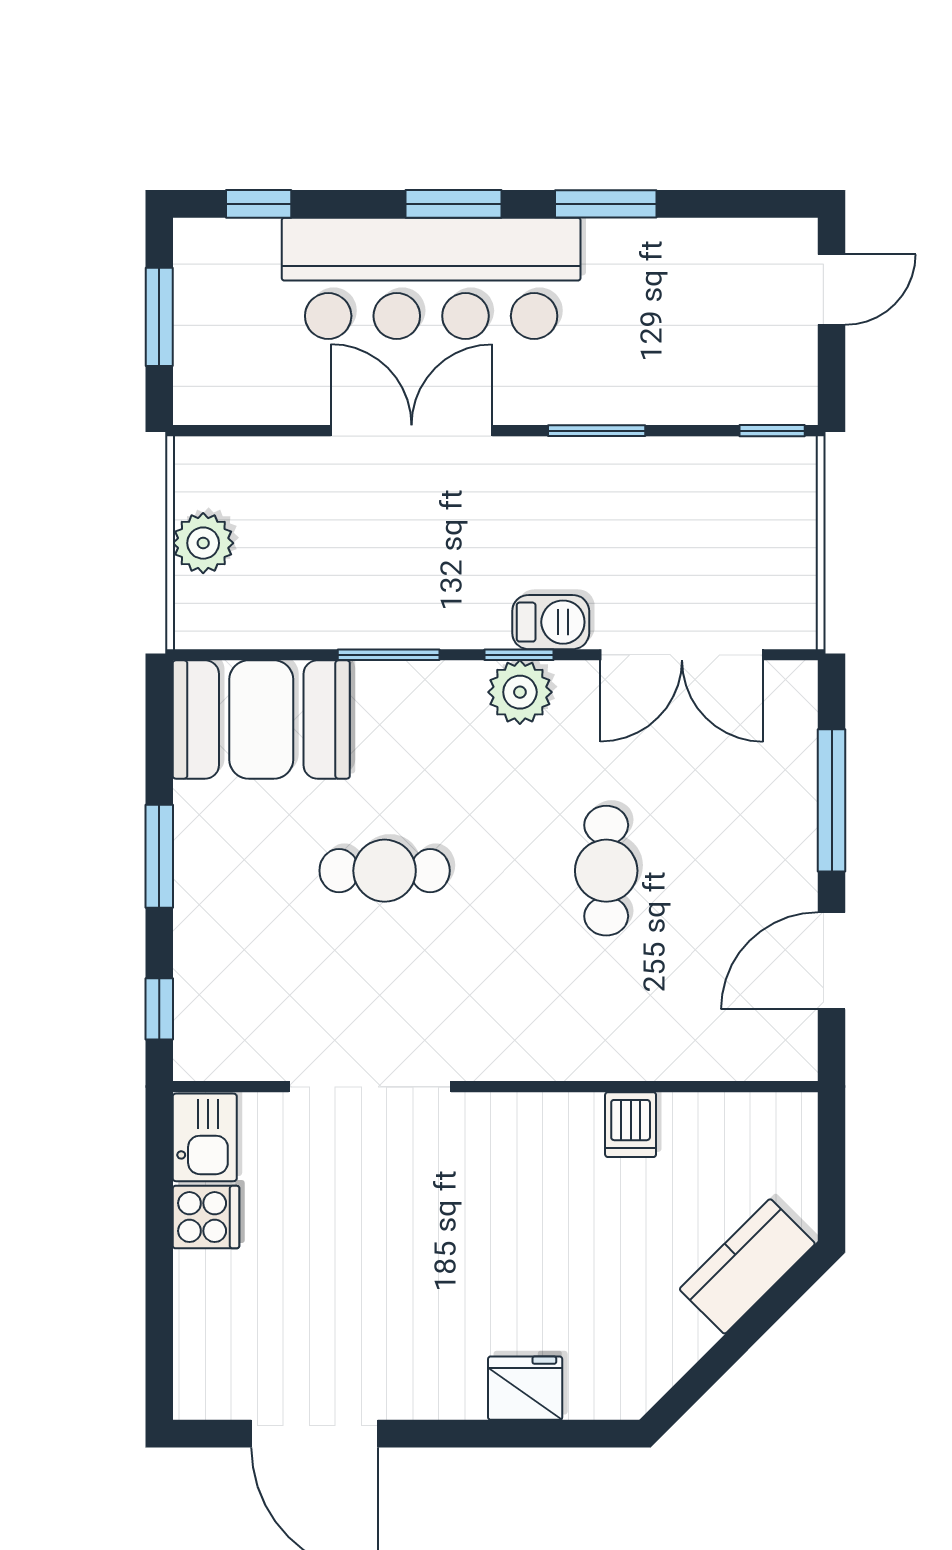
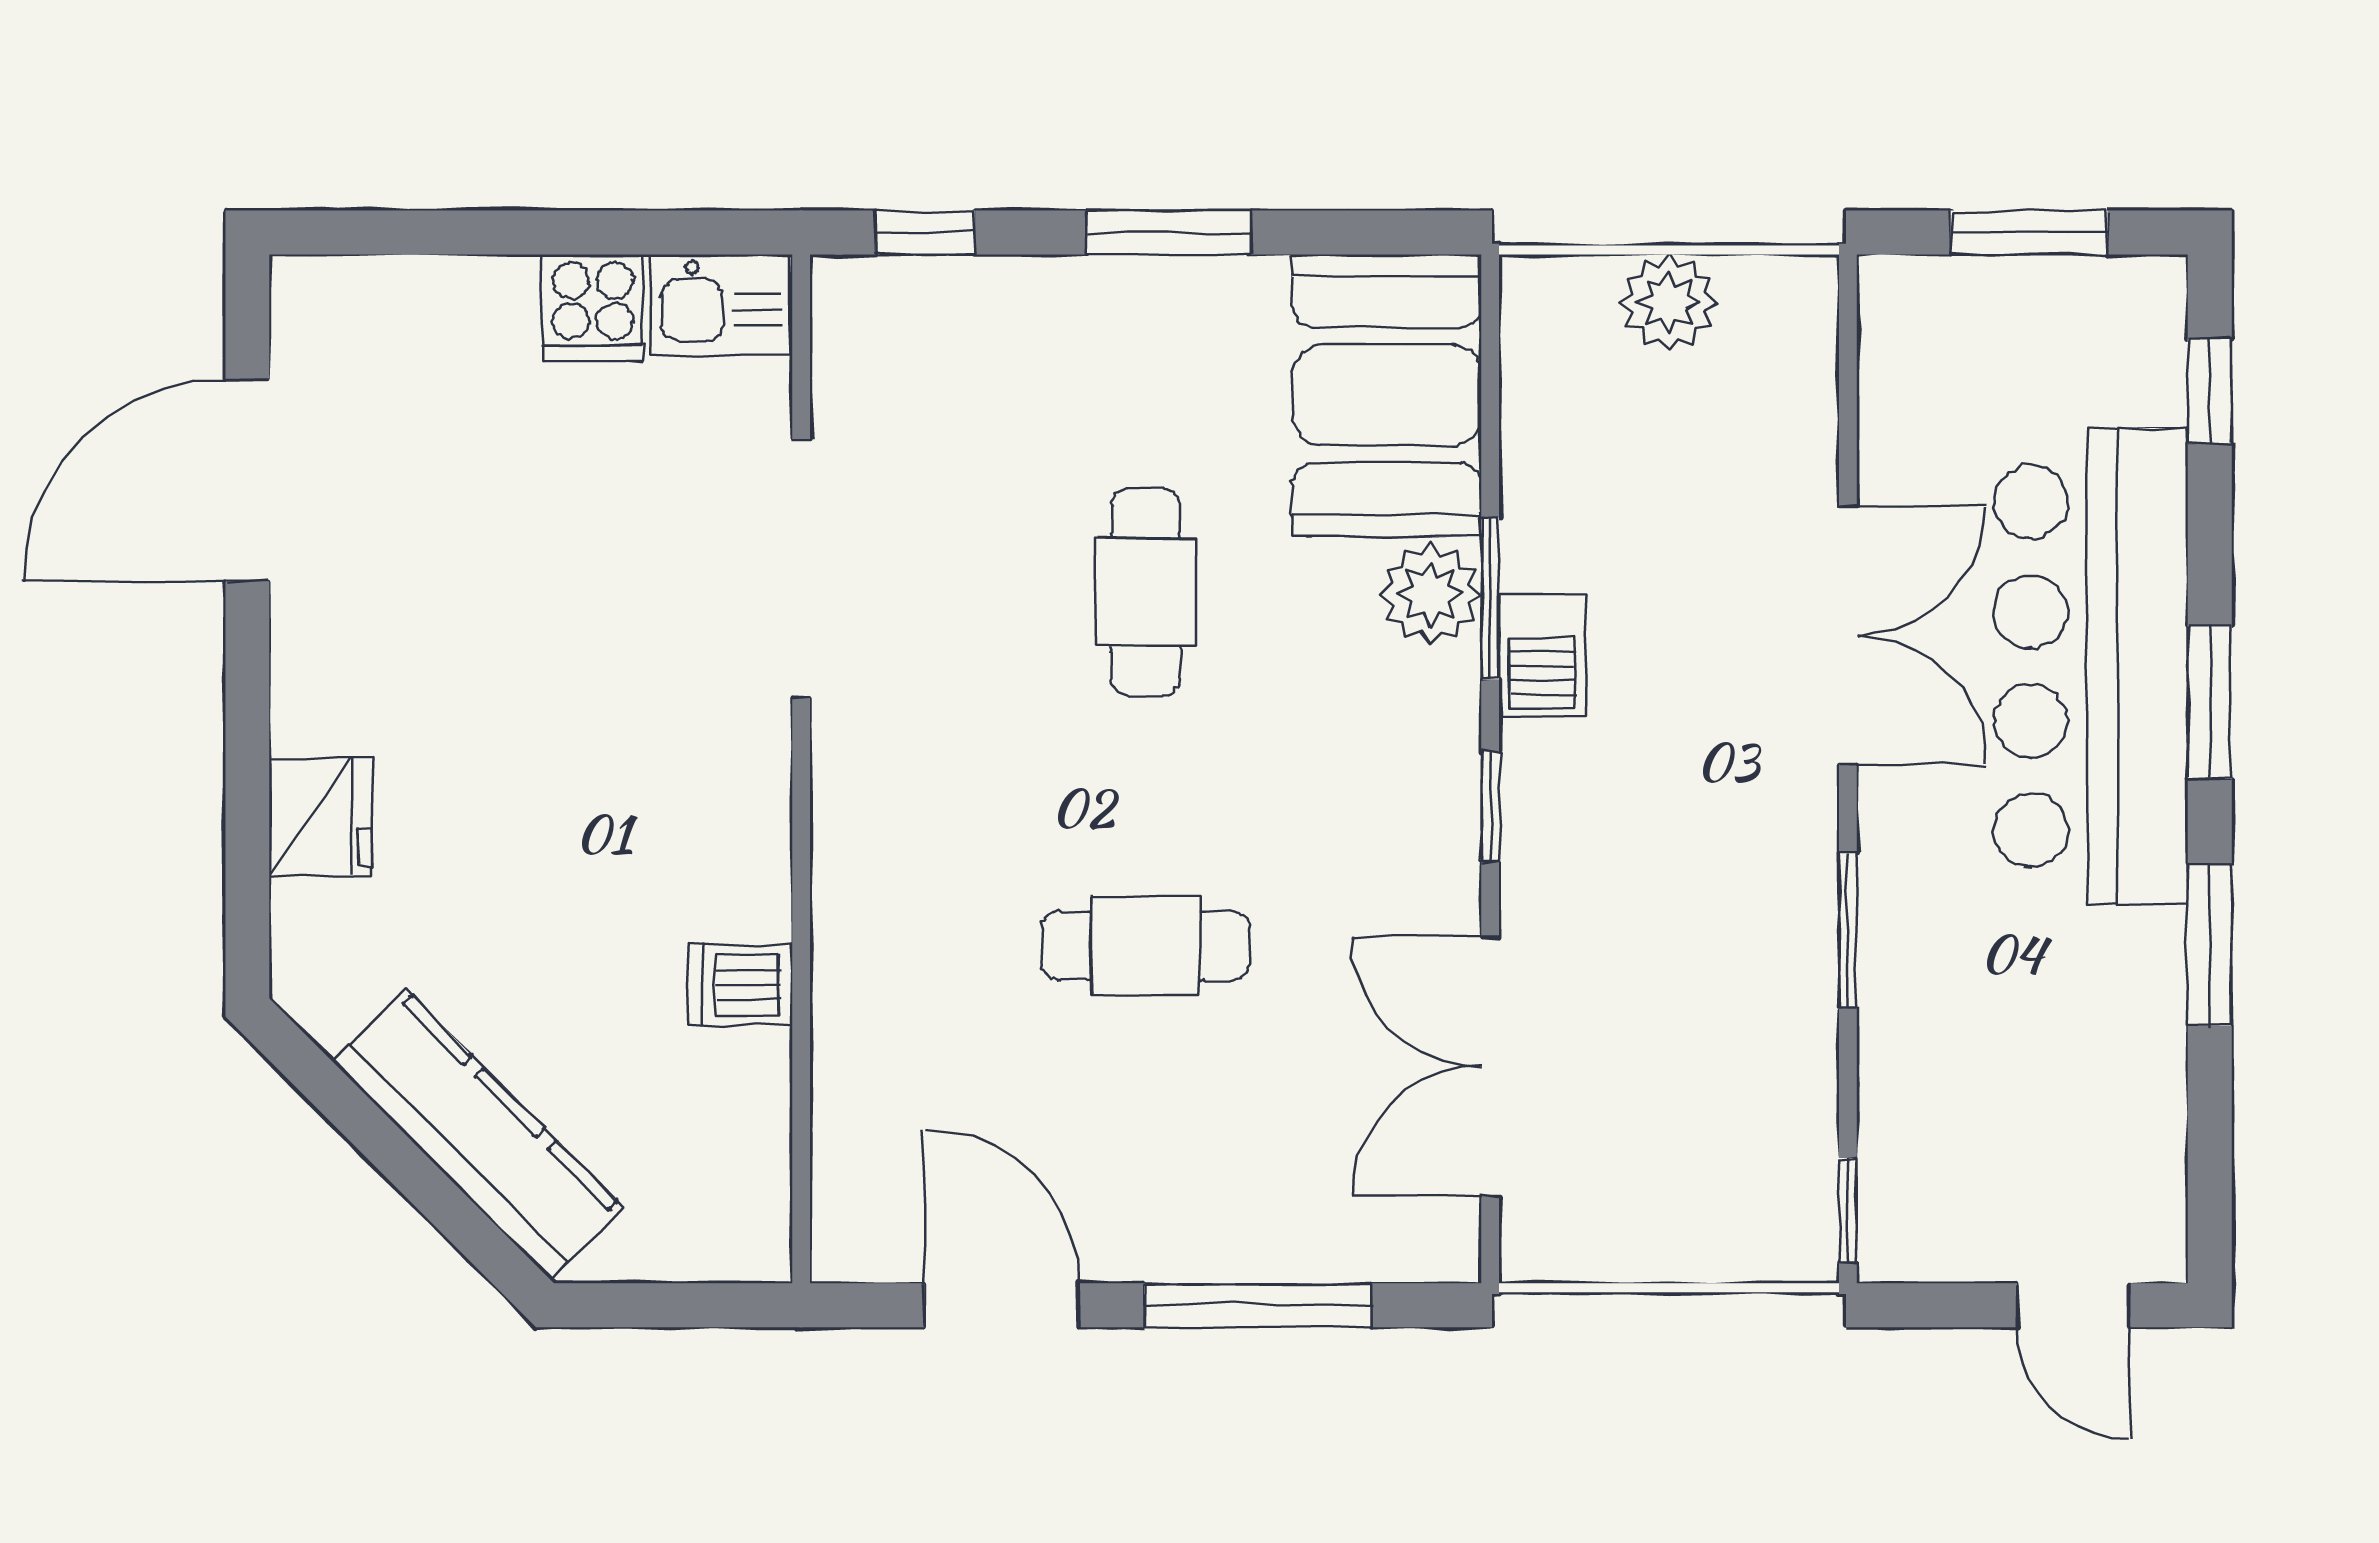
barbecue: (551, 622) -> (1542, 655), moved
plant: (520, 692) -> (1431, 594), moved
kitchen counter: (747, 1266) -> (478, 1135), width x1.50

